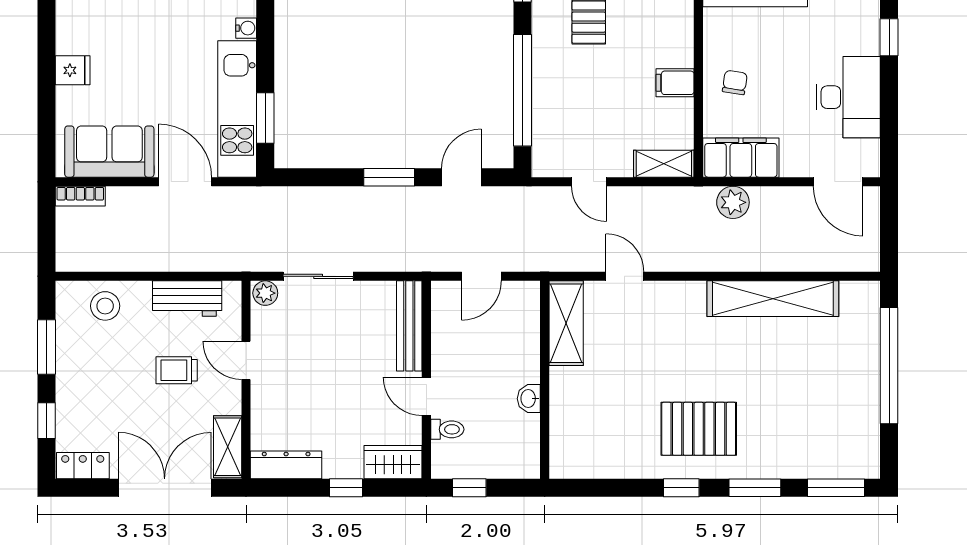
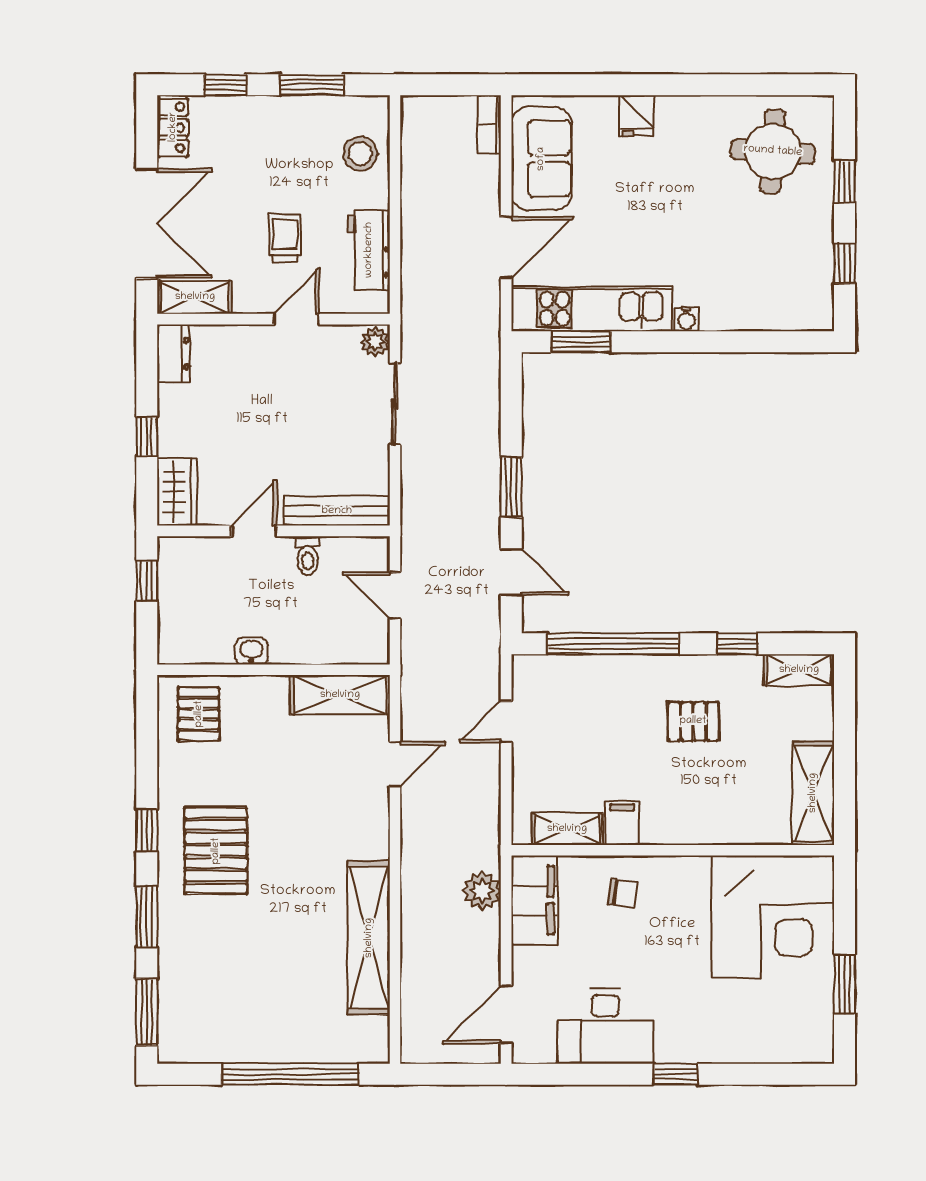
shelving: (664, 164) -> (567, 829), moved, turned 90
toilet: (447, 429) -> (308, 555), moved
pallet: (582, 444) -> (199, 714), added
dresser: (286, 465) -> (174, 353), width x0.70

